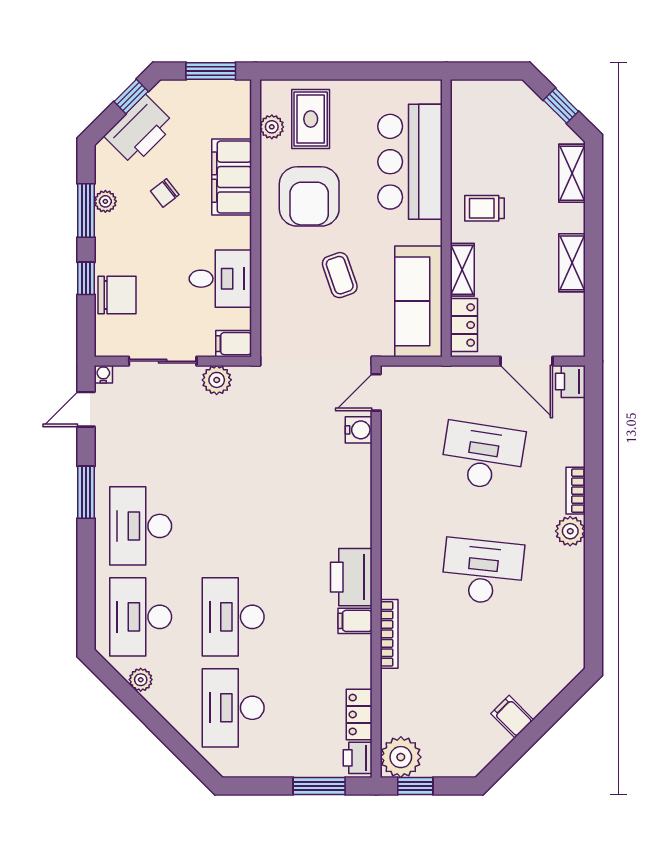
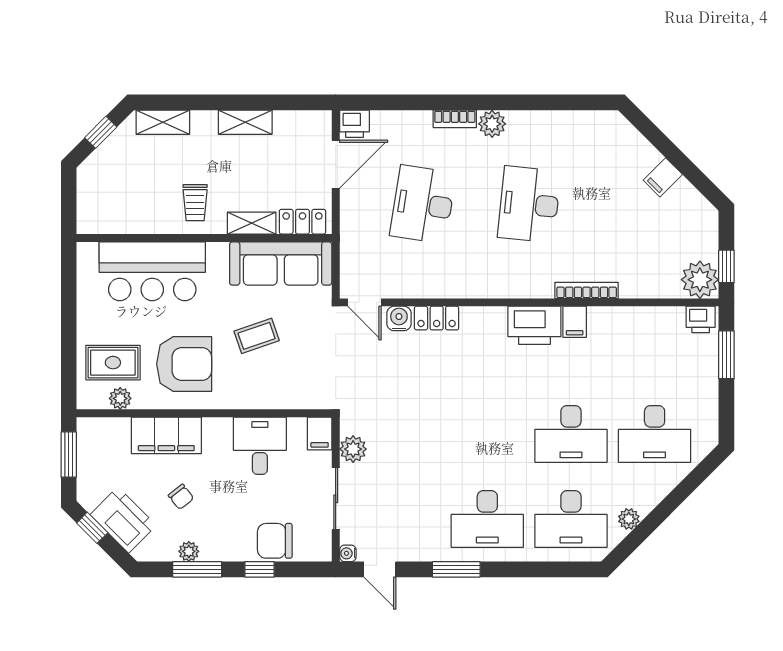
chair: (117, 295) -> (275, 541), turned -90
locker: (359, 715) -> (437, 318), moved

